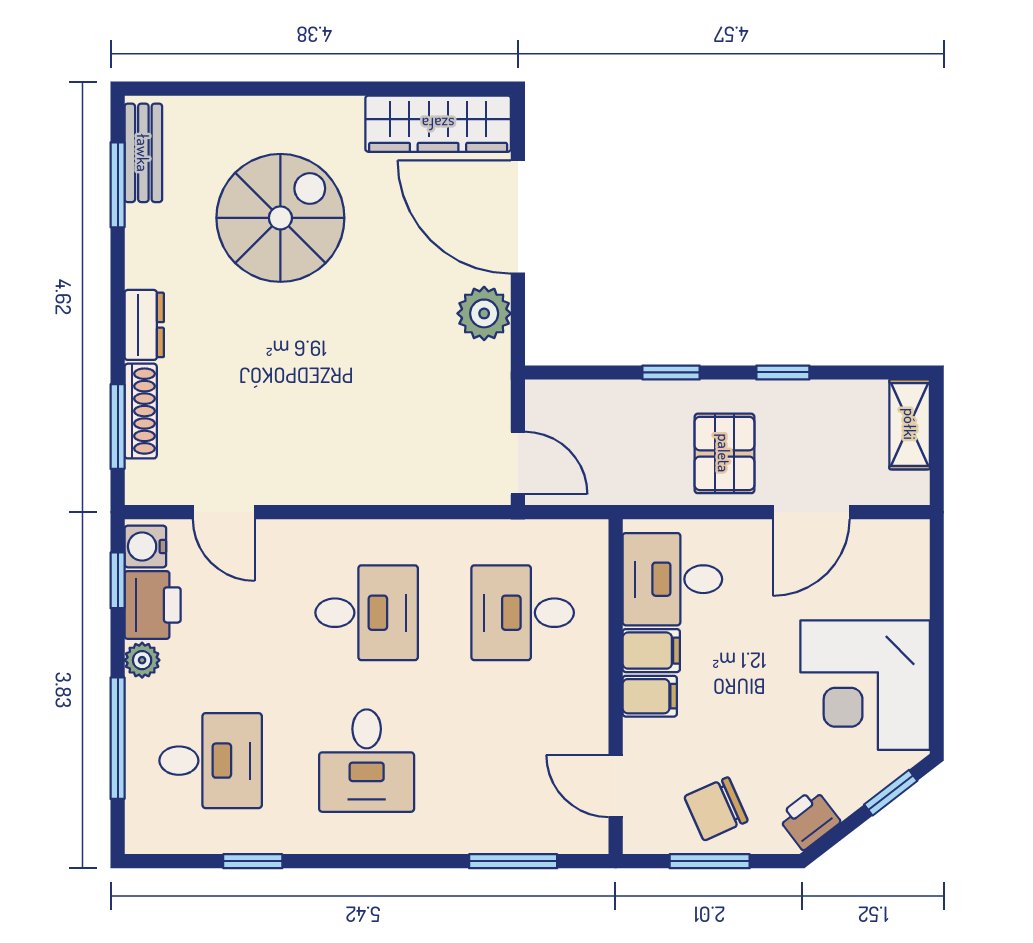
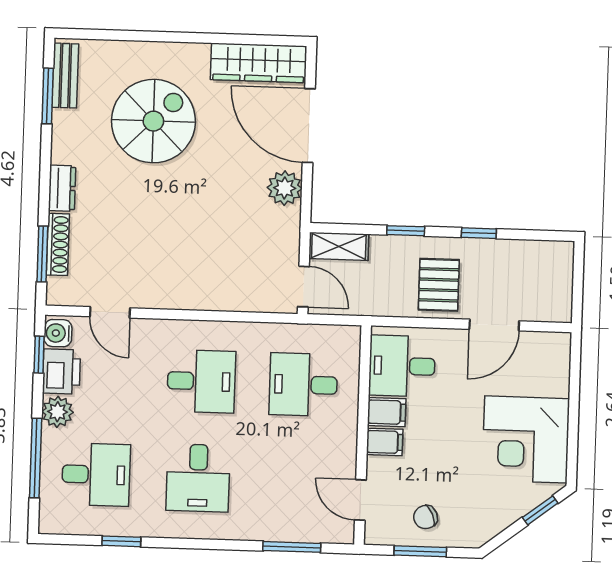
shelving: (910, 424) -> (339, 246), moved, turned 90
plant: (142, 660) -> (58, 412), width x1.38, depth x1.38
chair: (716, 809) -> (426, 517), width x0.73, depth x0.73
printer: (809, 819) -> (486, 526), removed

